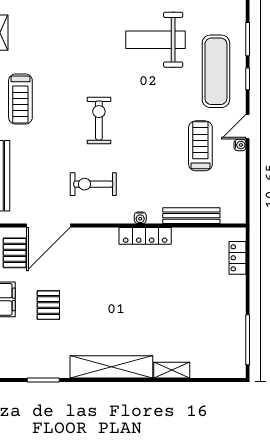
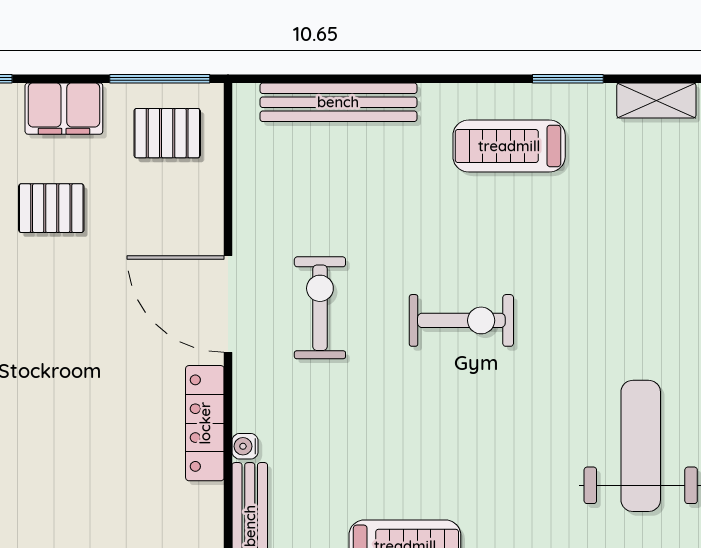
water cooler: (140, 218) -> (245, 446), moved
door: (48, 225) -> (228, 304), moved

